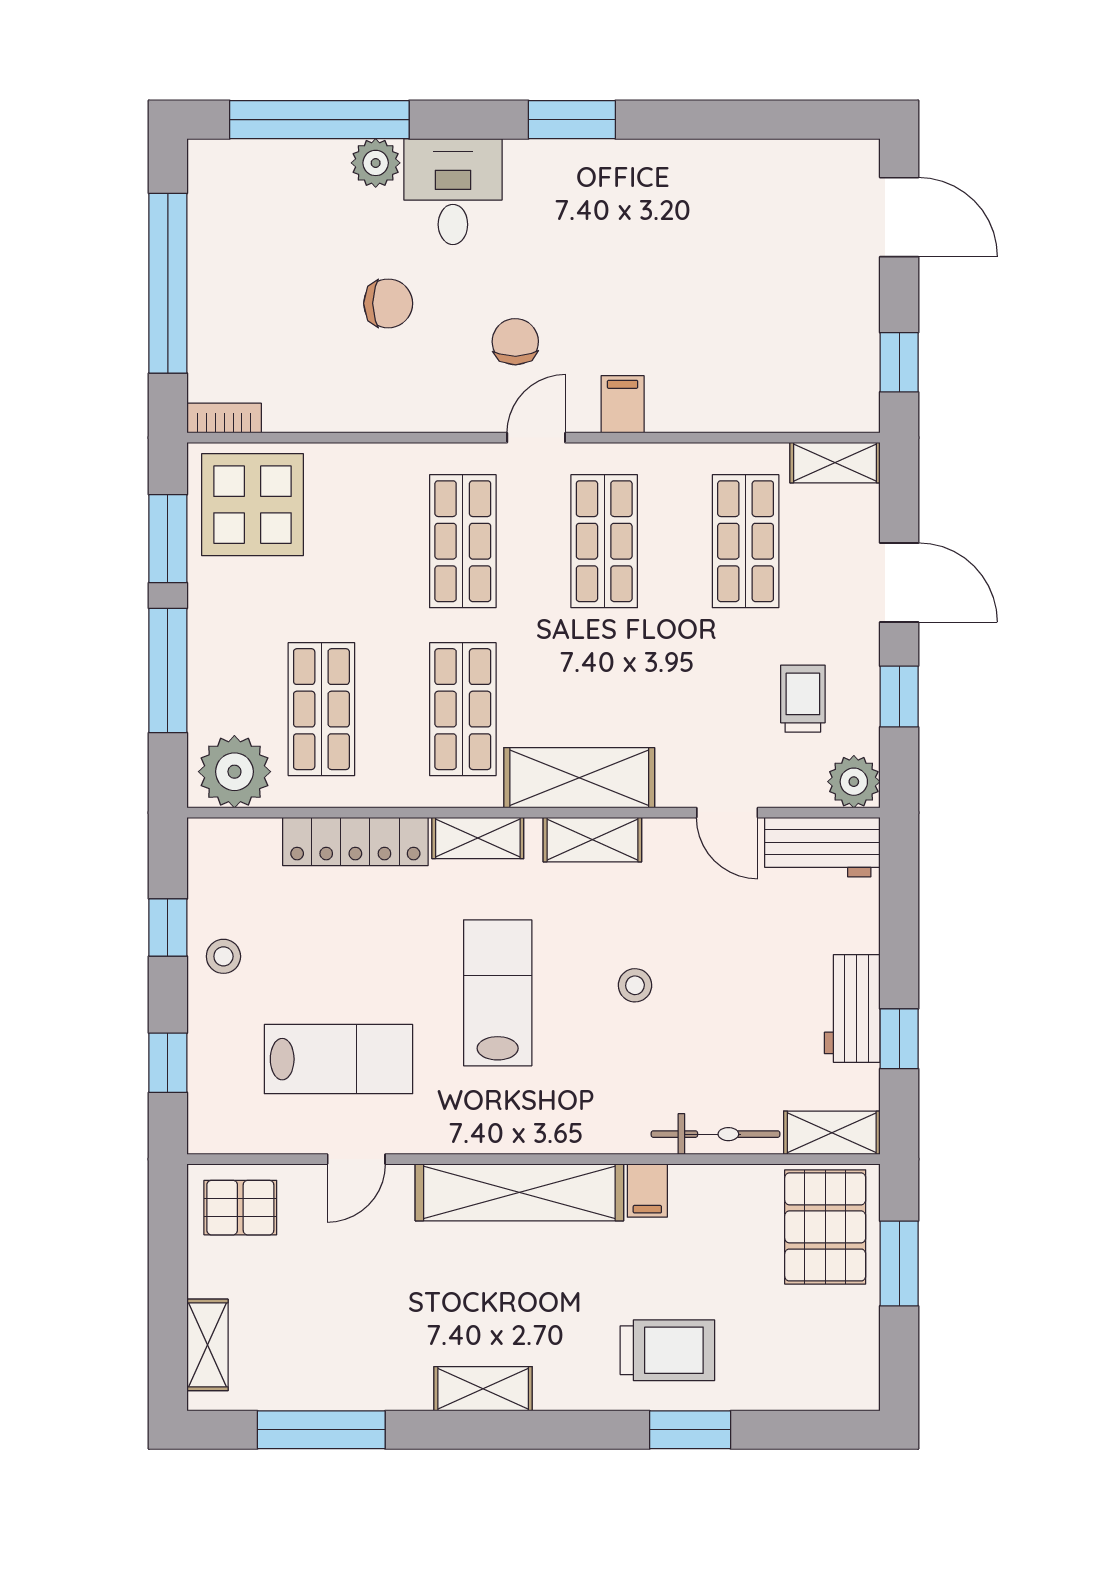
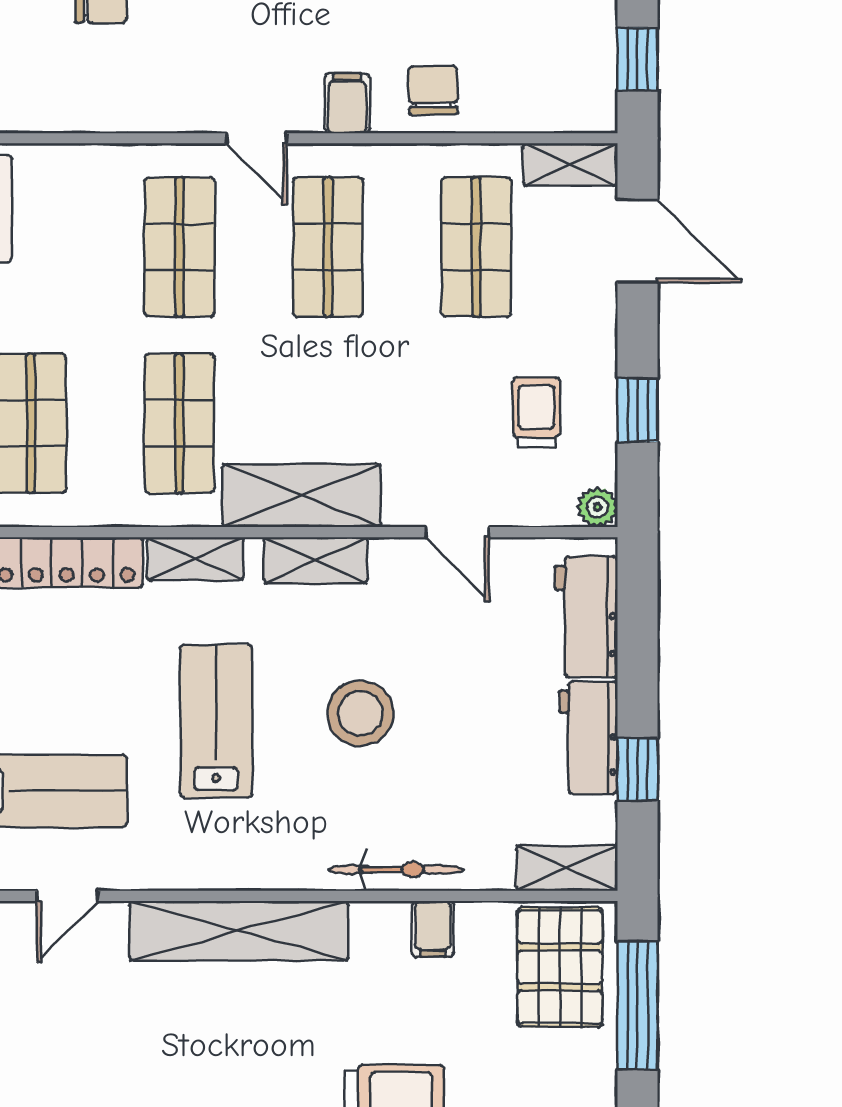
chair: (515, 342) -> (433, 90), moved
door: (536, 438) -> (257, 138), swing flipped
door: (899, 582) -> (637, 241), moved
plant: (854, 782) -> (597, 507), width x0.73, depth x0.73
workbench: (822, 847) -> (586, 617), moved, turned 90
stool: (635, 985) -> (360, 713), width x1.89, depth x1.89
bicycle: (715, 1134) -> (396, 870), moved
filing cabinet: (647, 1191) -> (433, 929), moved
window: (899, 1263) -> (637, 1005), width x1.44

